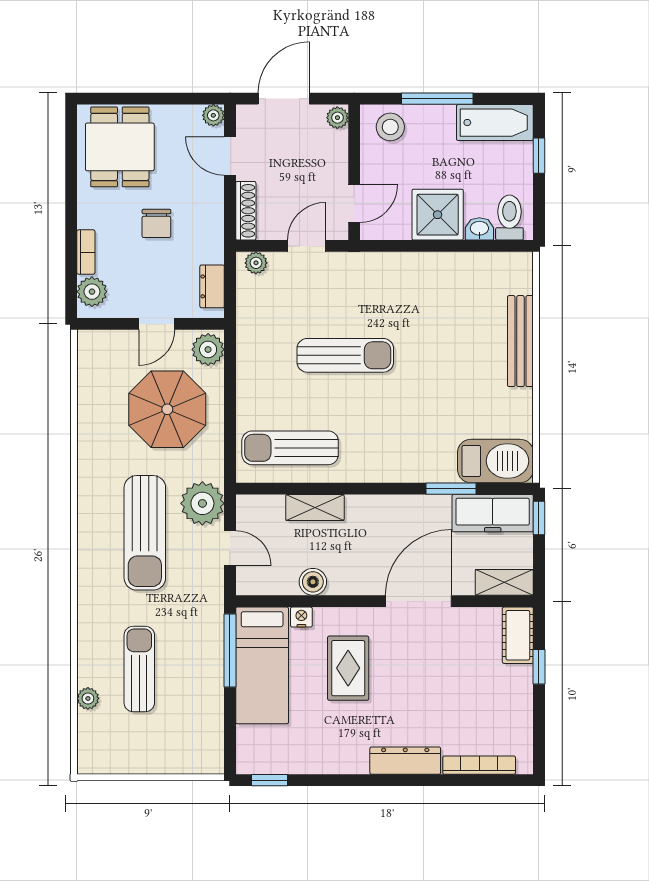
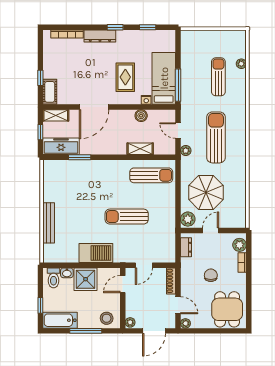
plant: (256, 263) -> (166, 258), removed
barbecue: (495, 461) -> (96, 253), moved, turned 180
plant: (202, 503) -> (186, 151), width x0.53, depth x0.53
window: (539, 518) -> (40, 132), moved
sun lounger: (139, 669) -> (218, 77), turned 180
window: (270, 780) -> (148, 27), moved
window: (371, 780) -> (115, 27), added

